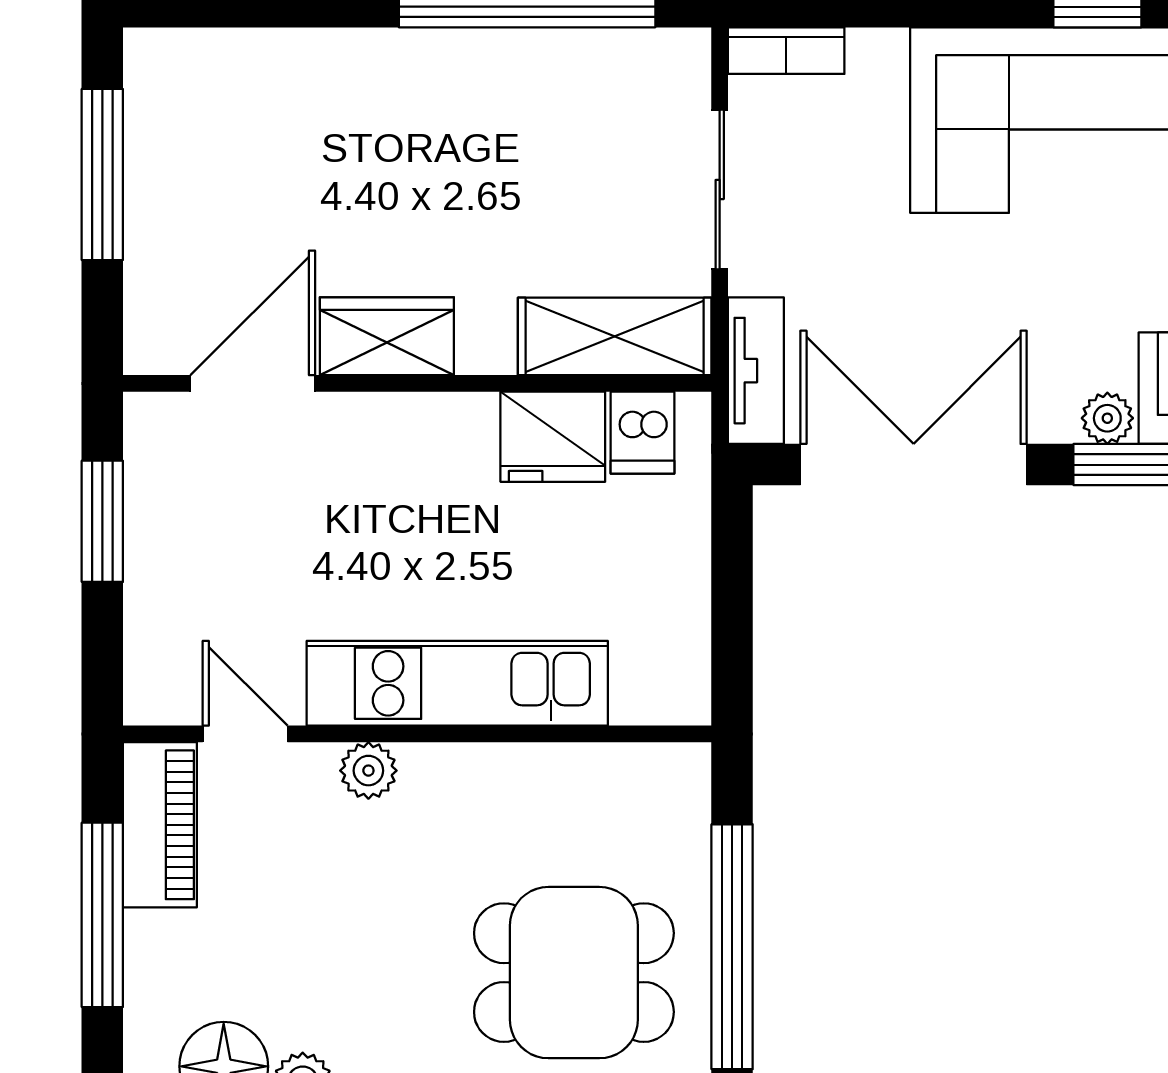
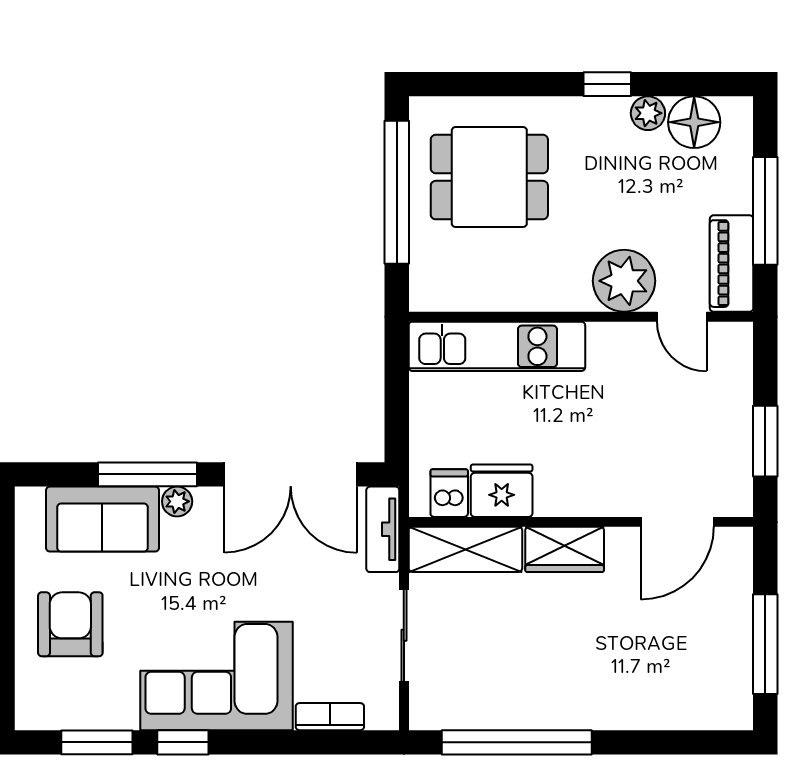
bookcase: (786, 51) -> (330, 717), moved
wardrobe: (387, 336) -> (565, 549), moved
kitchen unit: (457, 683) -> (497, 346), moved
plant: (368, 771) -> (624, 281), width x1.87, depth x1.87

